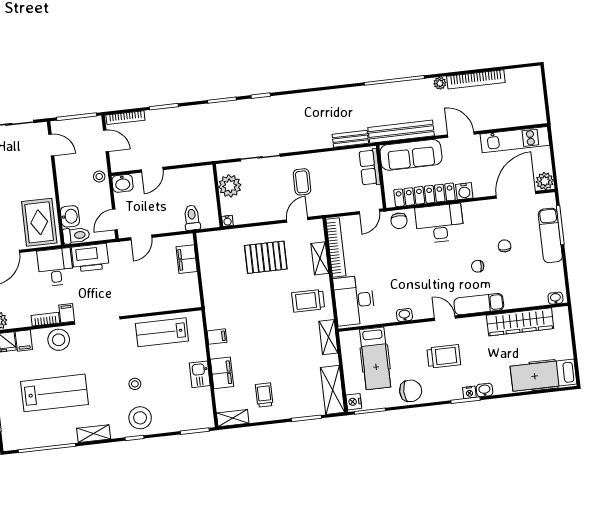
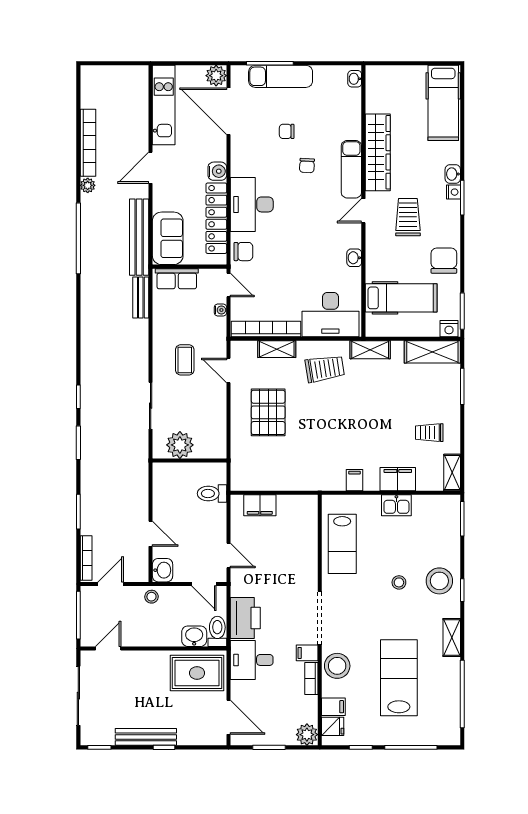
sofa: (411, 155) -> (168, 238), width x0.73
coffee table: (302, 182) -> (185, 360), turned 90
water cooler: (227, 221) -> (220, 310), moved
trolley: (308, 301) -> (325, 369), turned -99
wardrobe: (520, 322) -> (378, 152), moved

